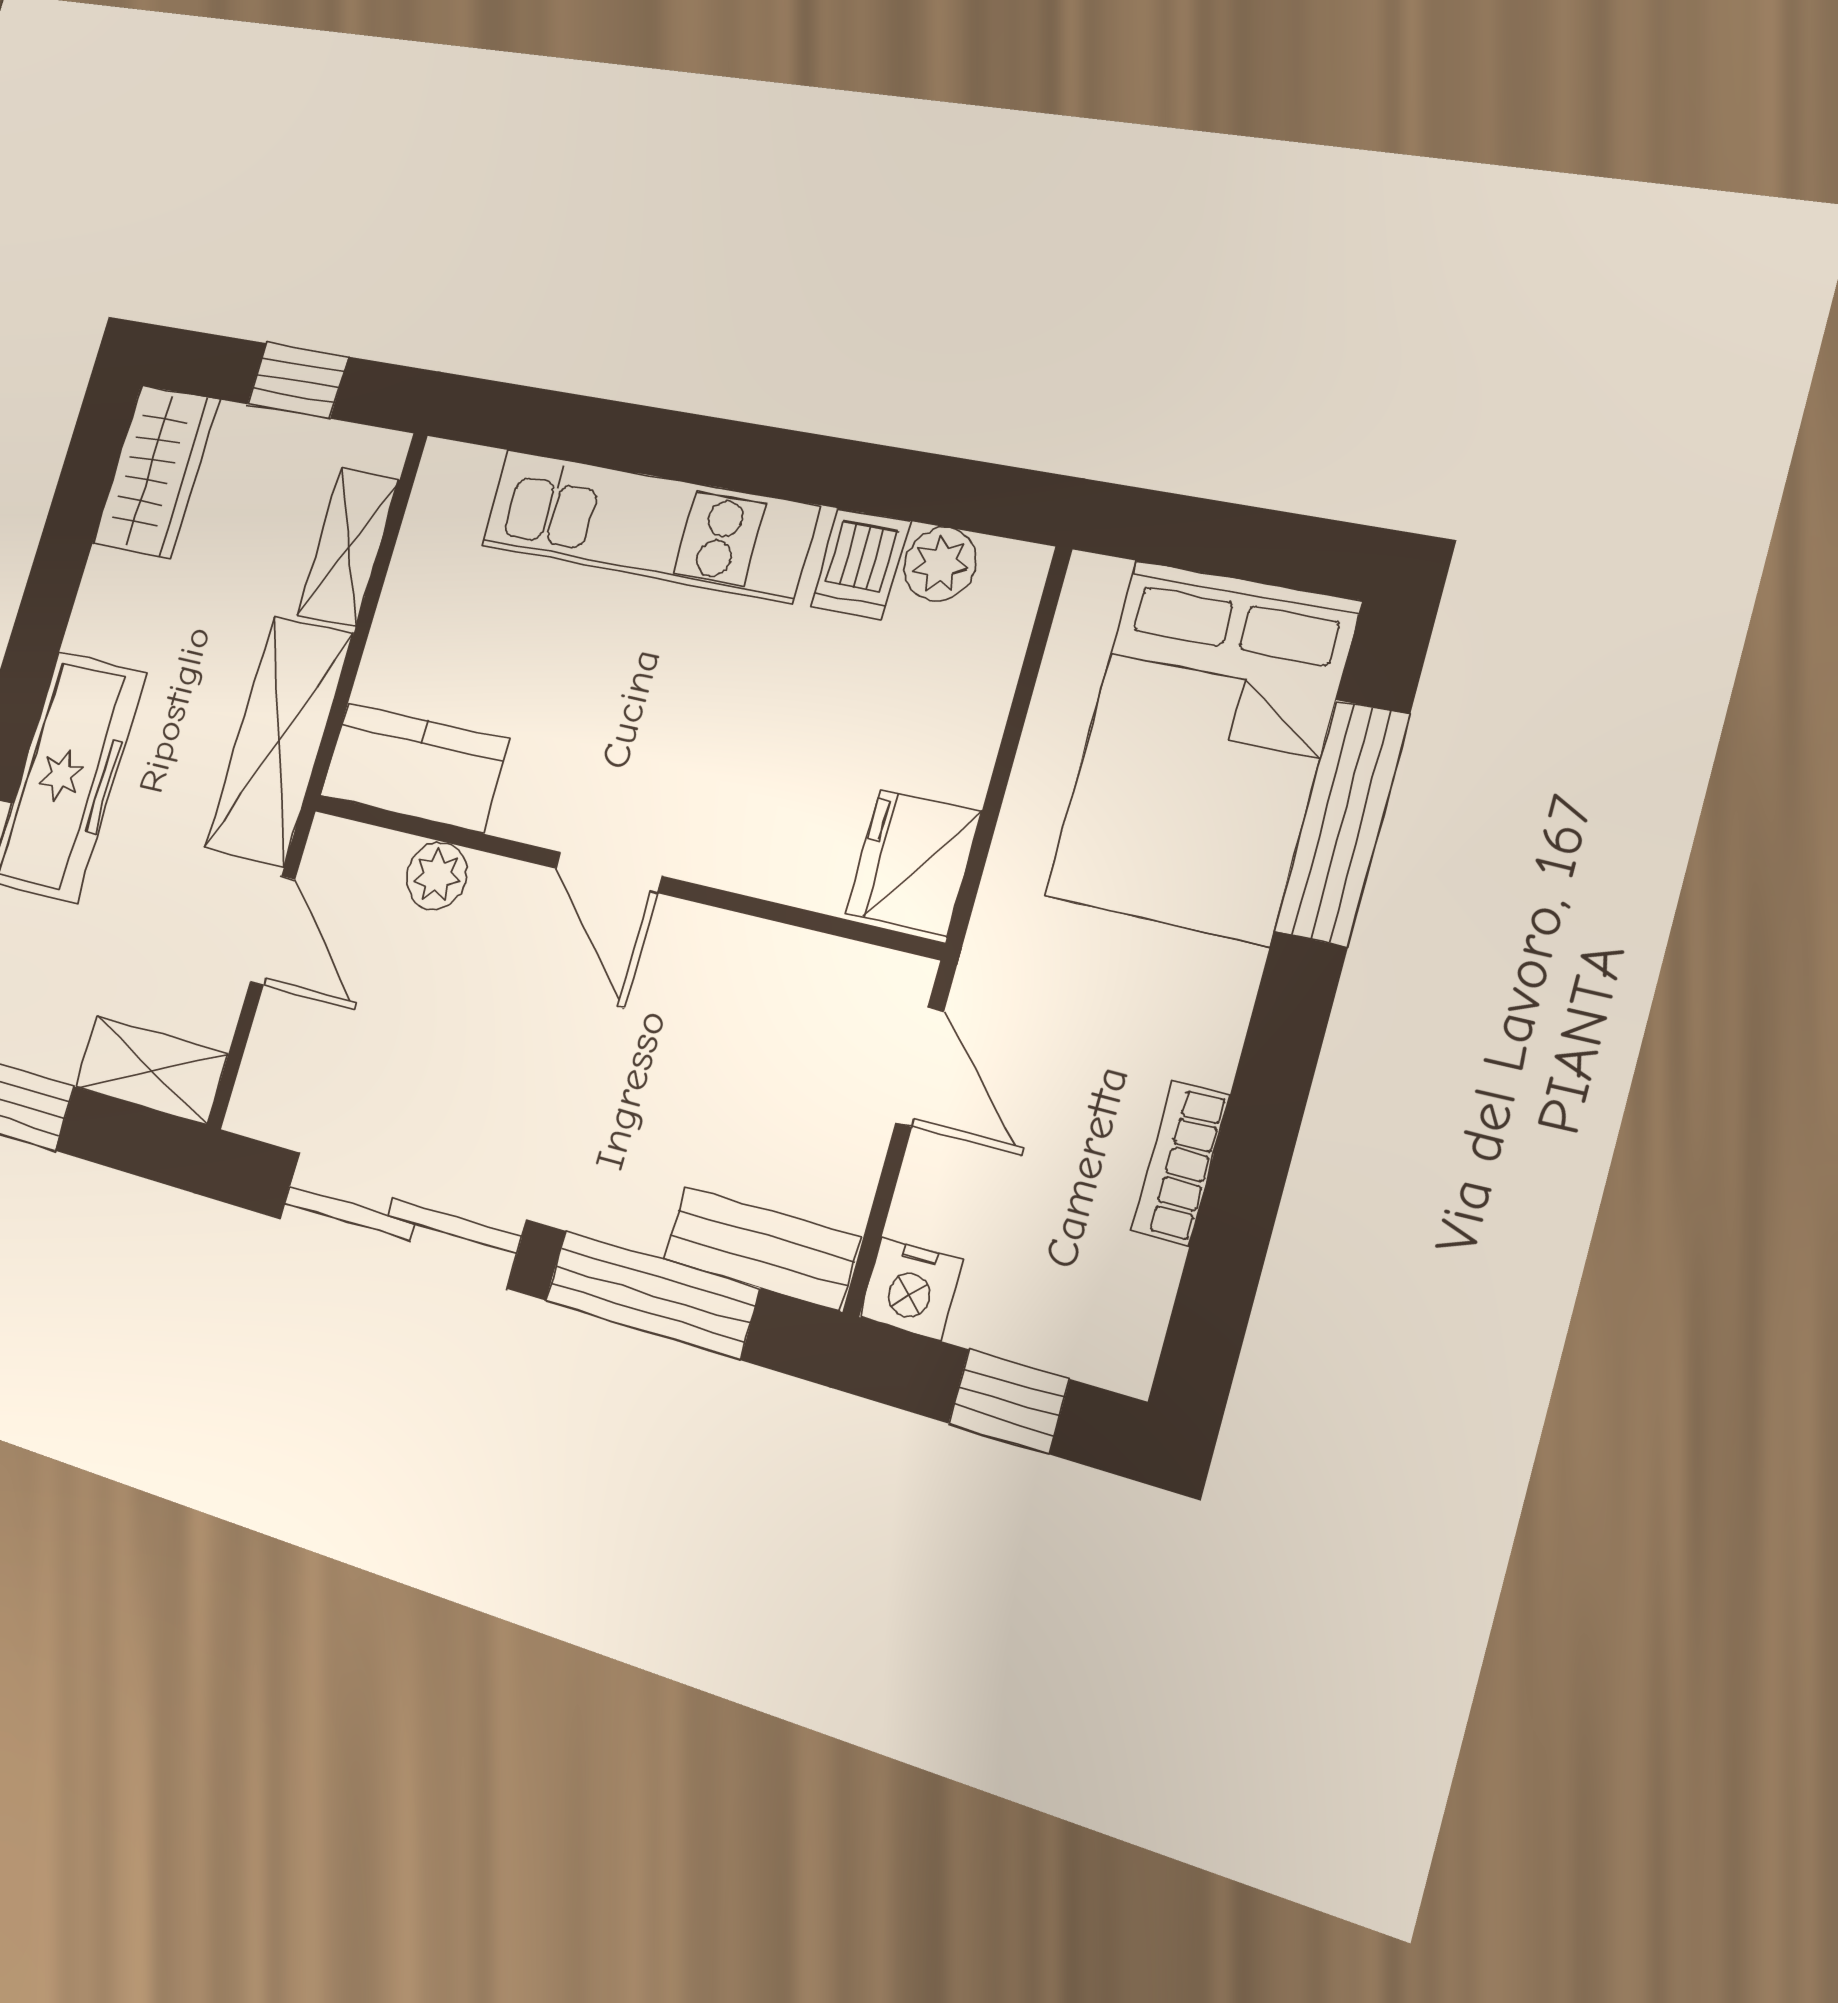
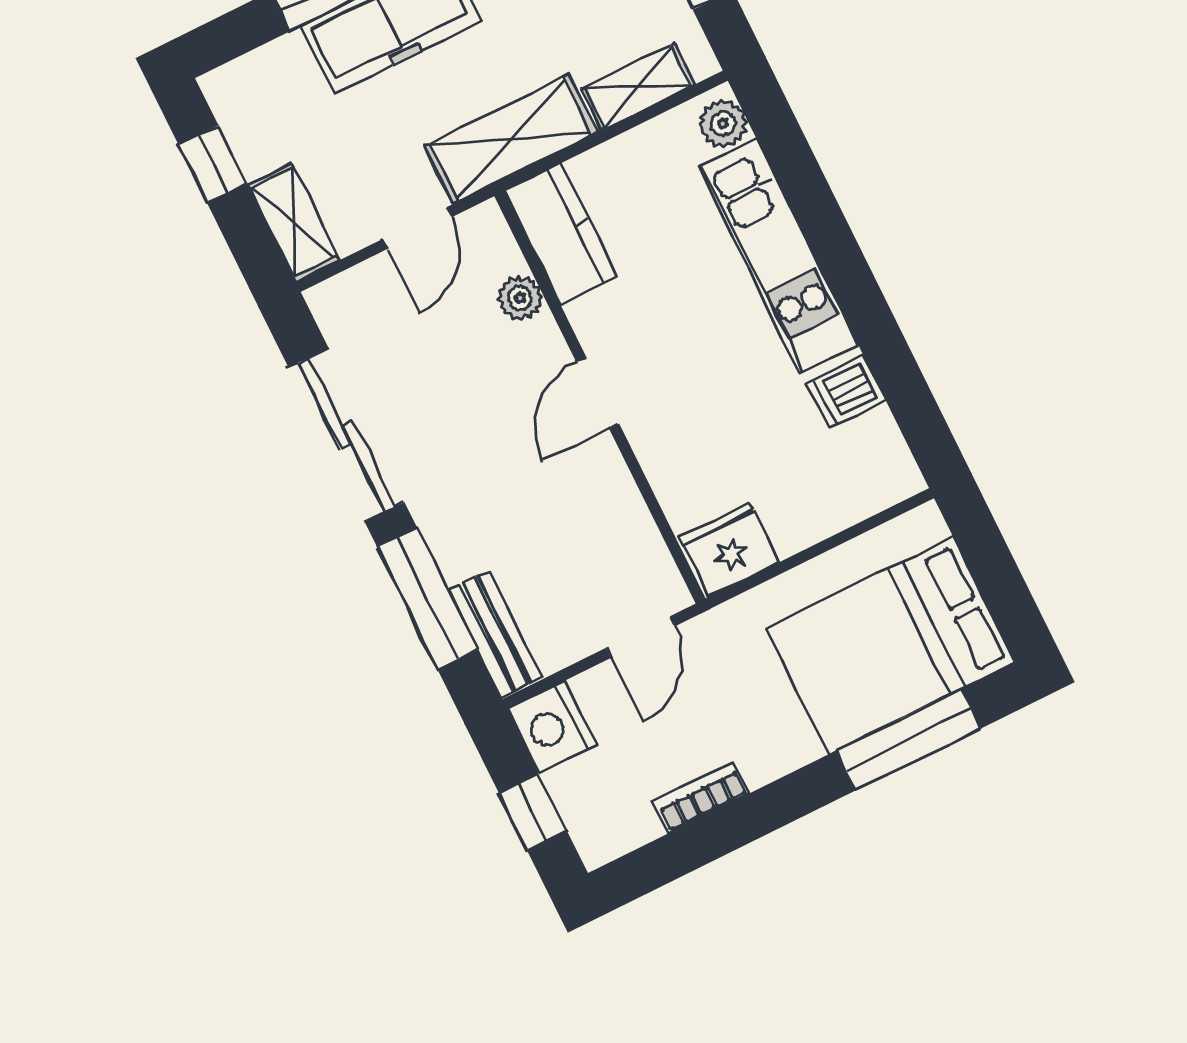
plant: (940, 564) -> (723, 123), moved
nightstand: (911, 1288) -> (552, 727), width x1.36, depth x1.33

